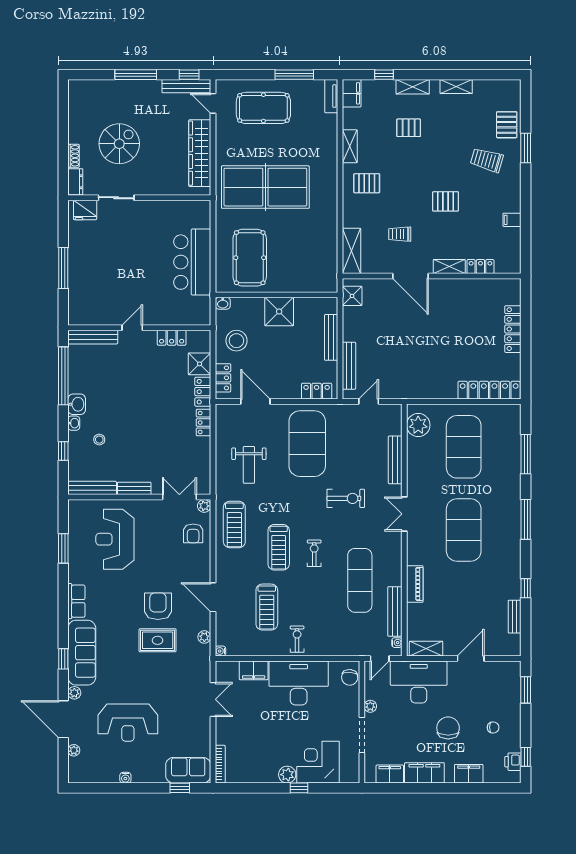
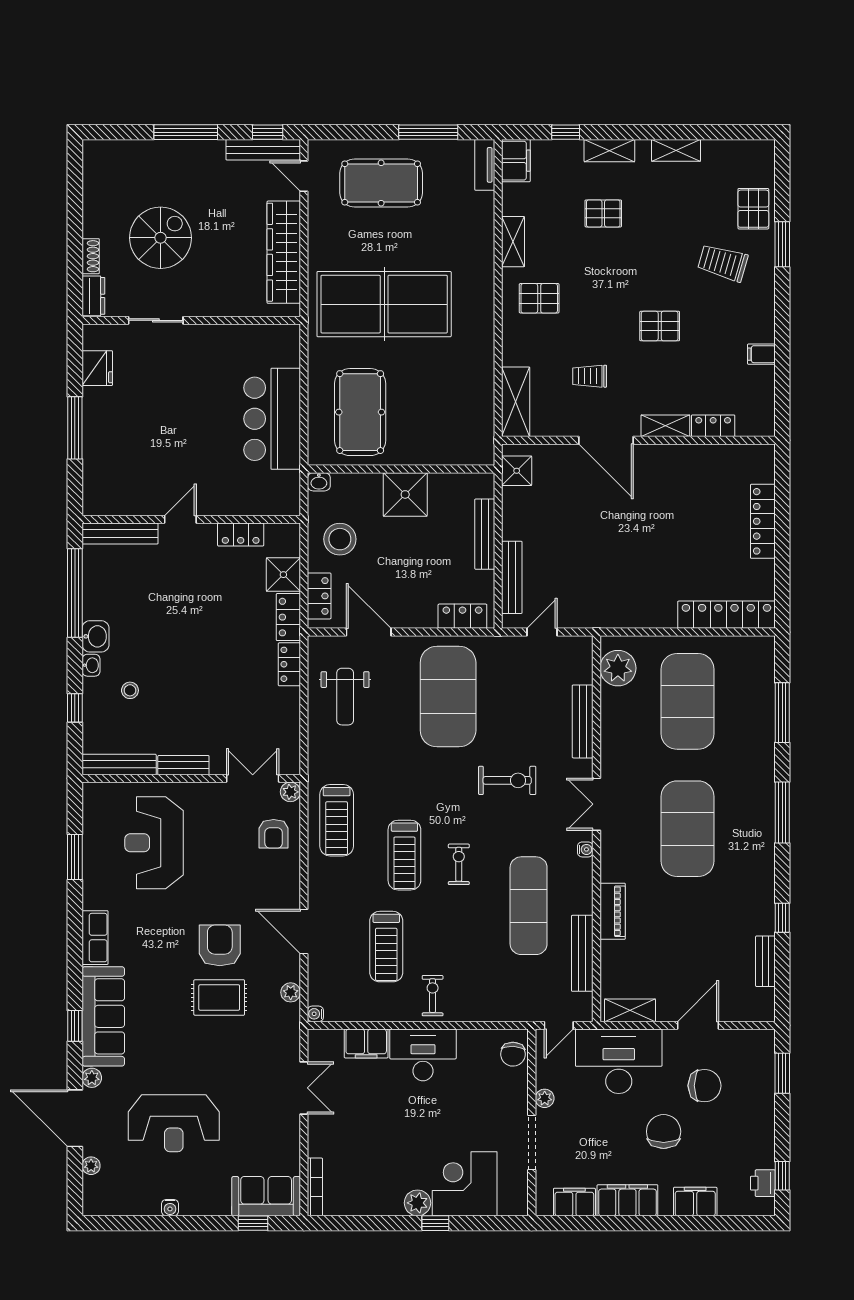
fridge: (85, 210) -> (97, 368), moved, turned -90
weight bench: (249, 465) -> (345, 697), moved
water cooler: (397, 643) -> (585, 849), moved
desk: (299, 683) -> (423, 1055), width x0.73, depth x0.77
chair: (493, 727) -> (705, 1086), moved, width x1.87, depth x1.87

